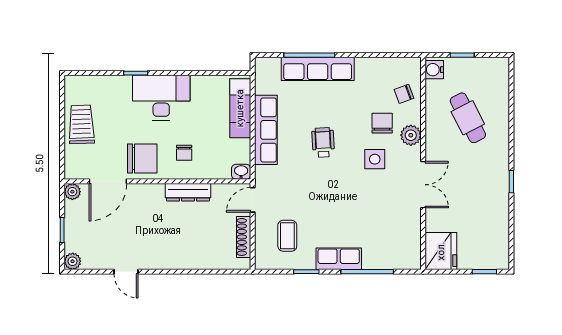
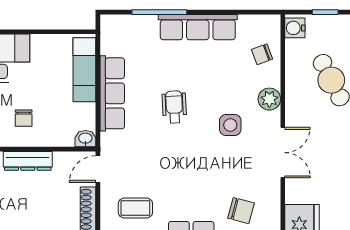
row of seats: (318, 69) -> (198, 27), moved
chair: (382, 123) -> (241, 211), moved, turned 105
coffee table: (287, 236) -> (135, 208), turned 90

